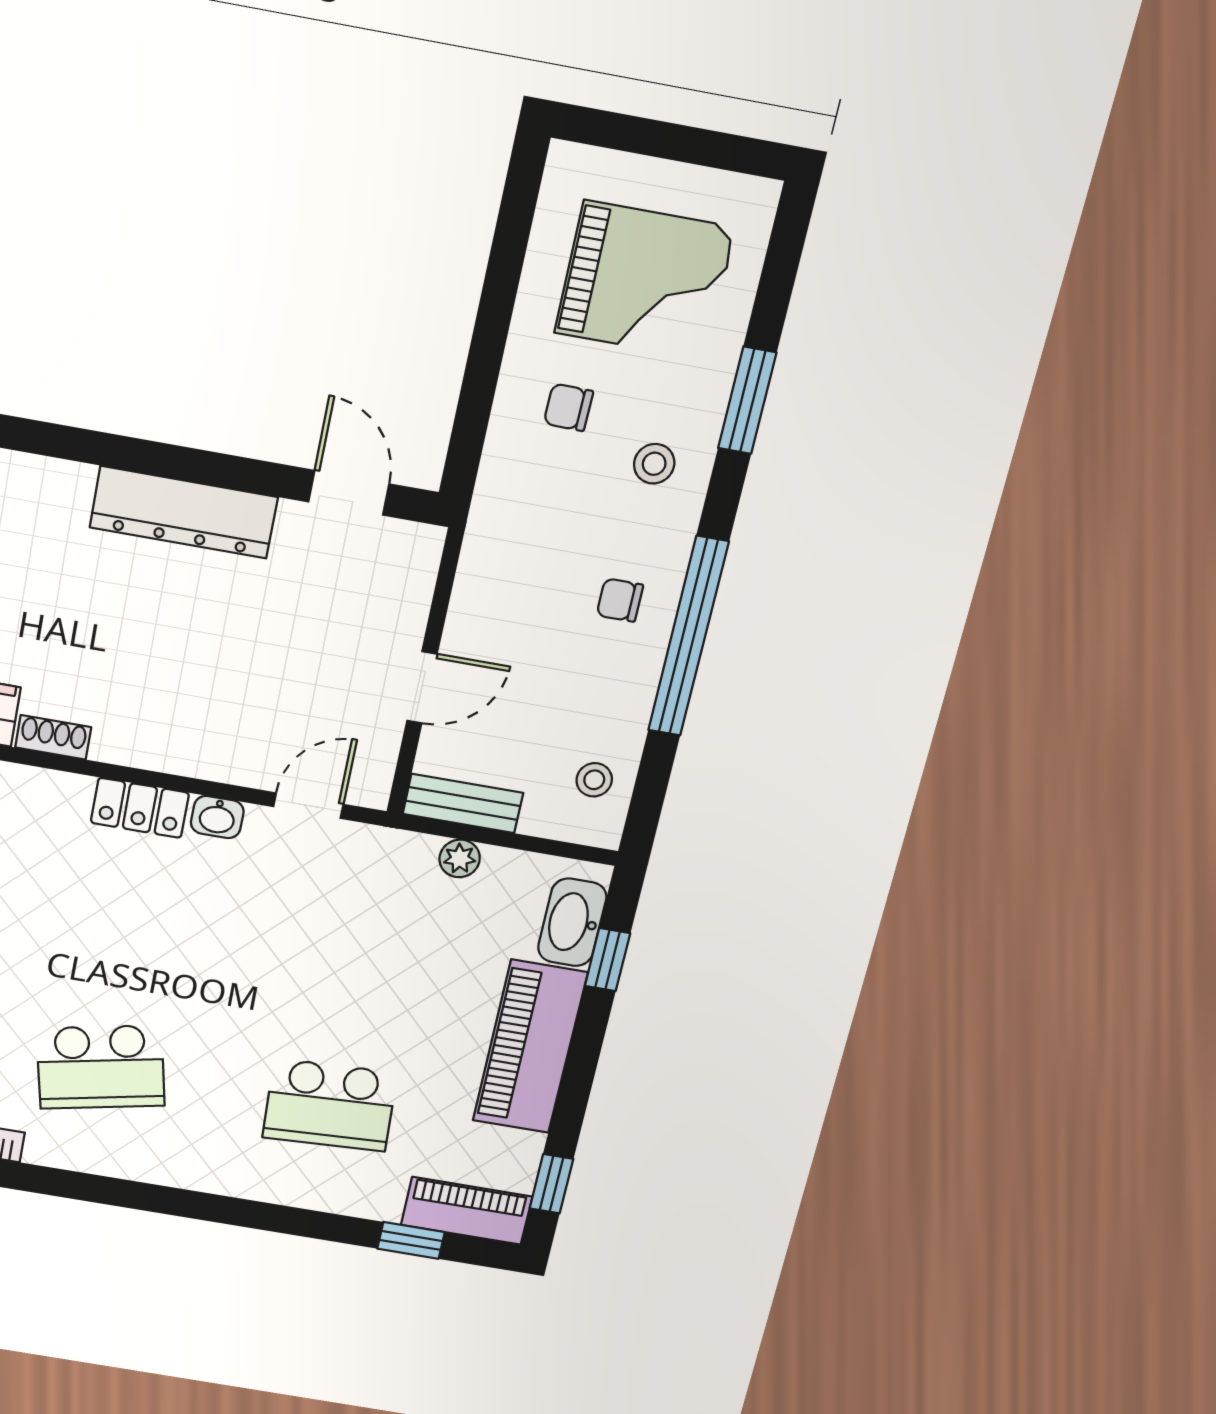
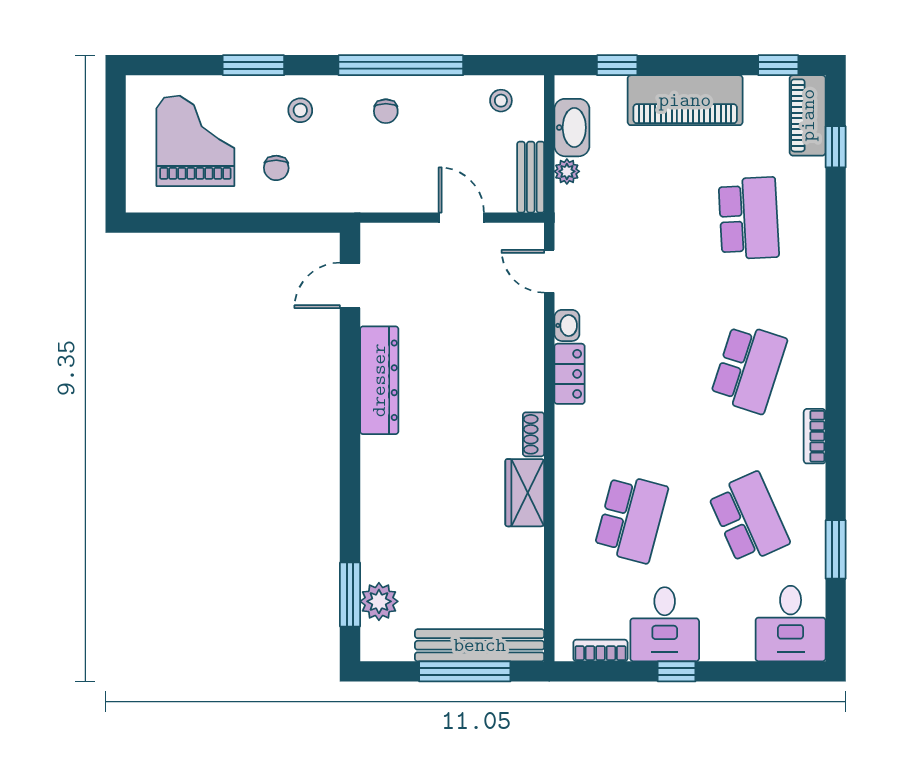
washbasin: (572, 922) -> (572, 128), moved, turned -90
school desk: (101, 1067) -> (749, 368), turned 30

